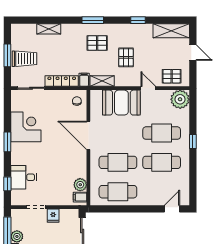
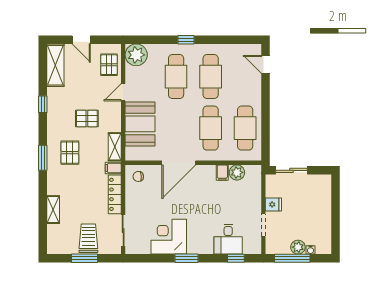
door: (193, 53) -> (81, 40), swing flipped
filing cabinet: (80, 197) -> (222, 173), moved

